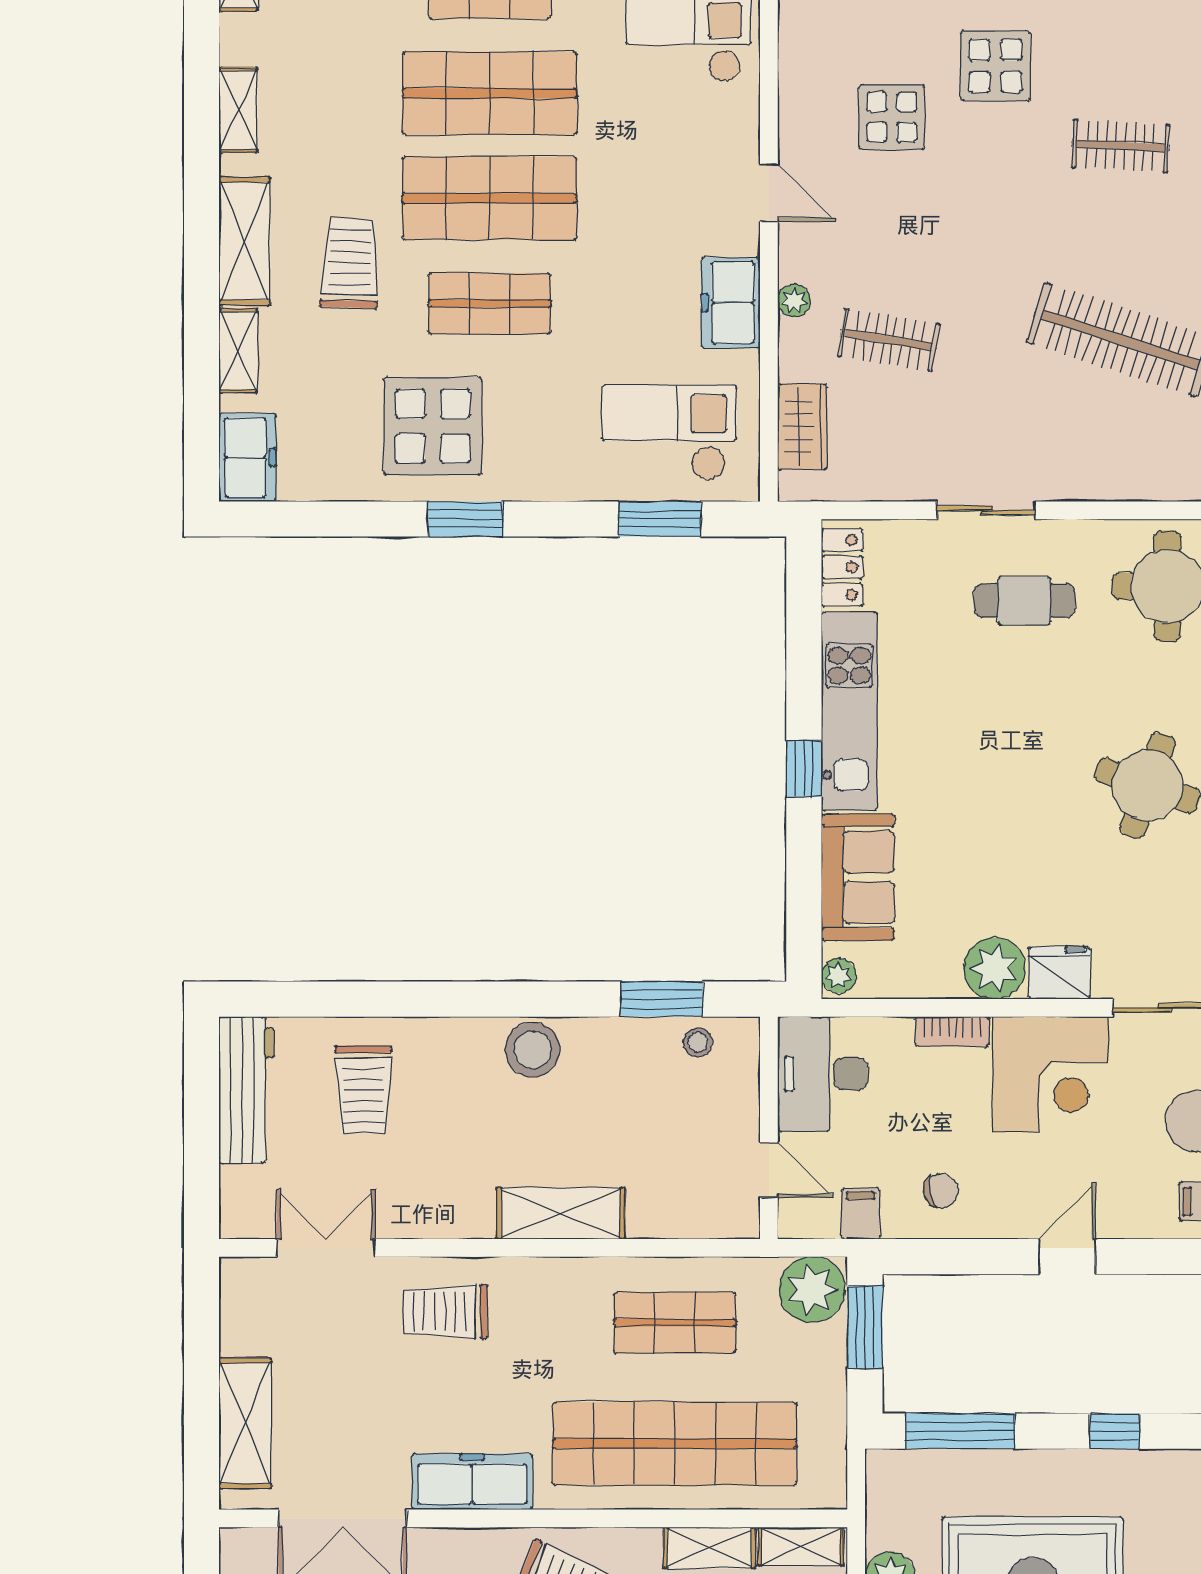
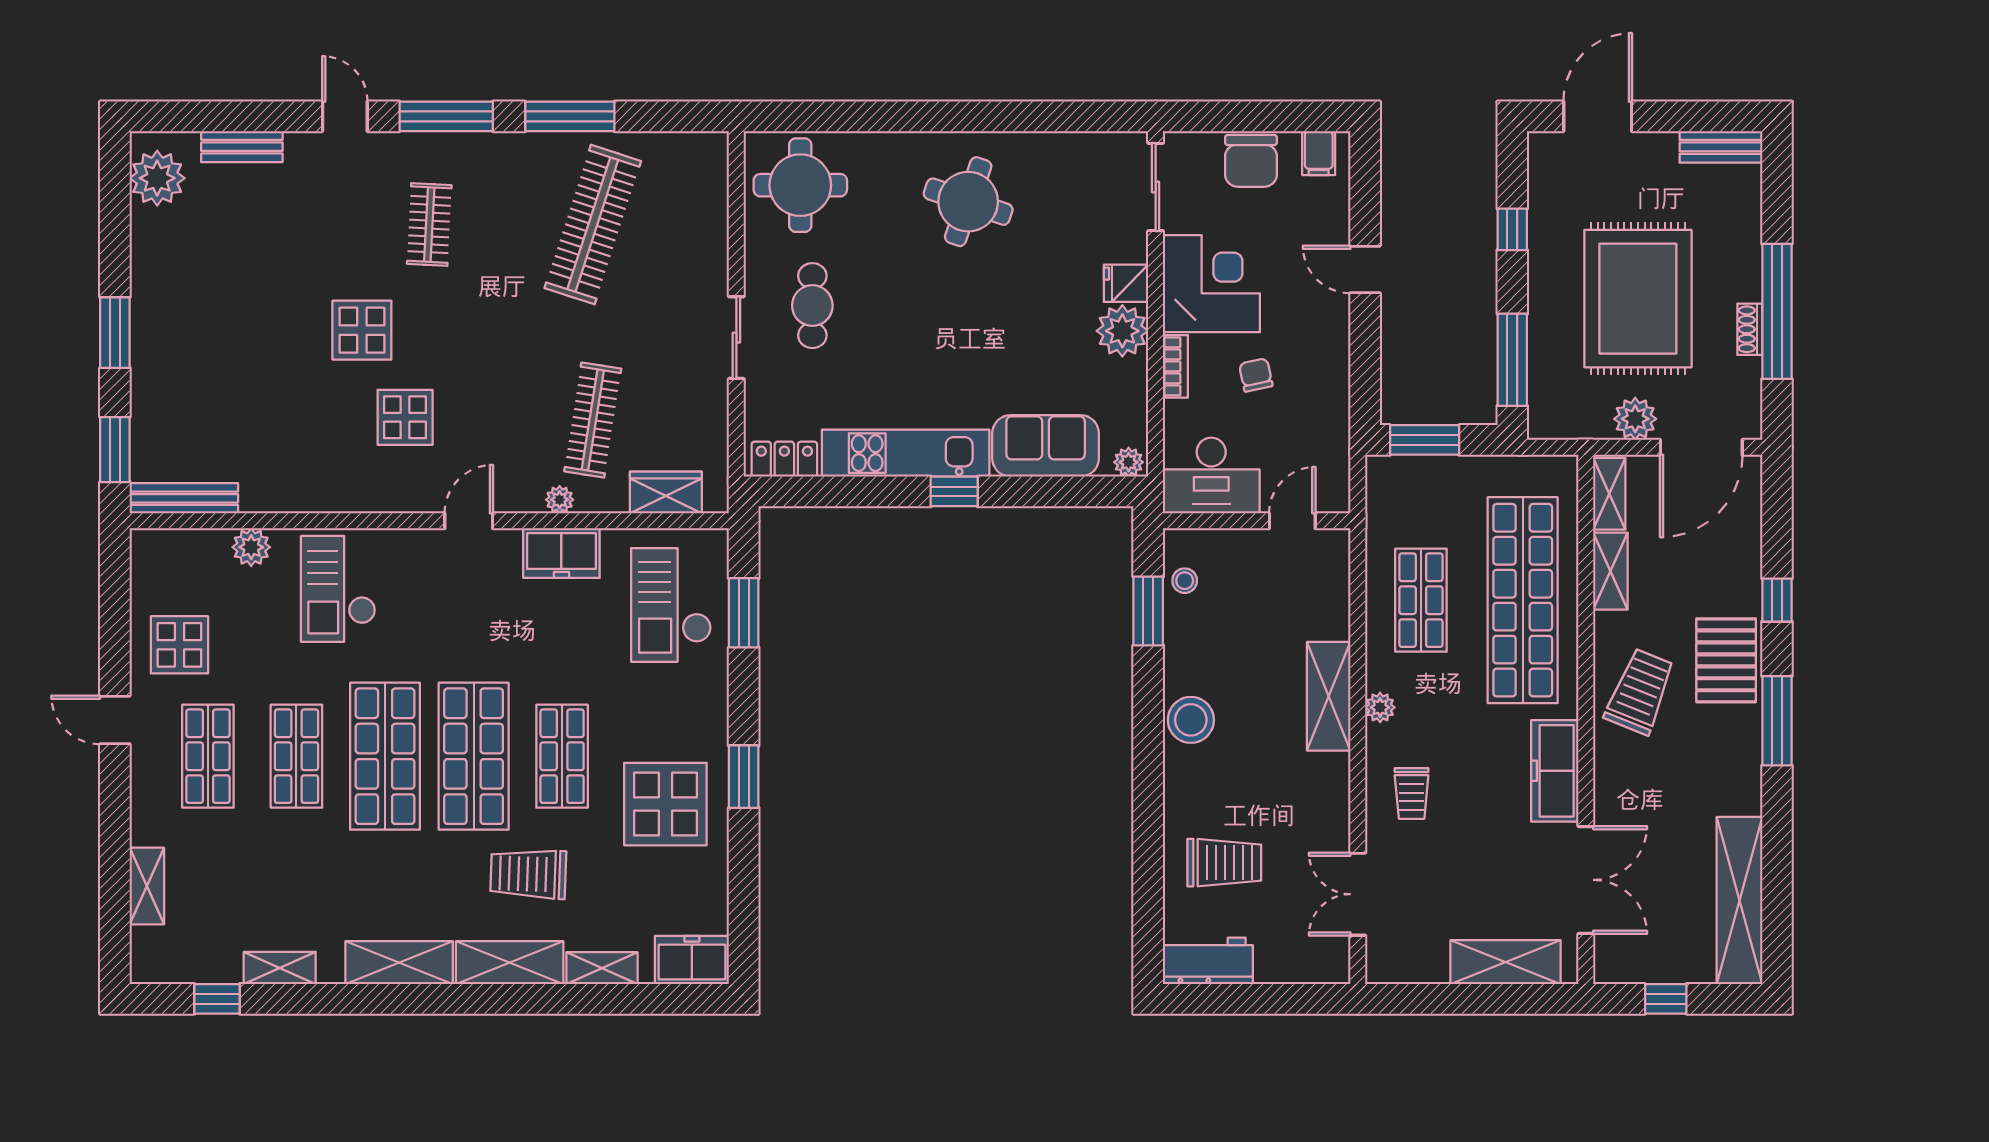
shelving: (238, 110) -> (399, 963), width x1.50, depth x1.33
clothes rail: (889, 340) -> (593, 420), width x1.36
fridge: (1059, 973) -> (1126, 283), width x0.72
workbench: (247, 1090) -> (1208, 961), width x0.73
chair: (941, 1191) -> (1256, 375), moved
filing cabinet: (861, 1214) -> (1329, 444), removed
plant: (812, 1290) -> (1380, 707), moved, width x0.53, depth x0.53
trolley: (445, 1312) -> (1412, 793), width x0.73, depth x0.72

